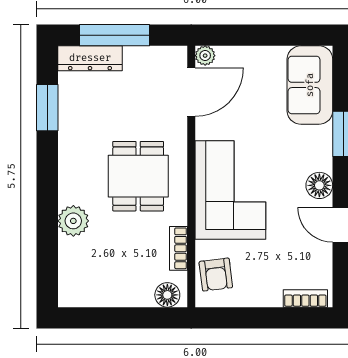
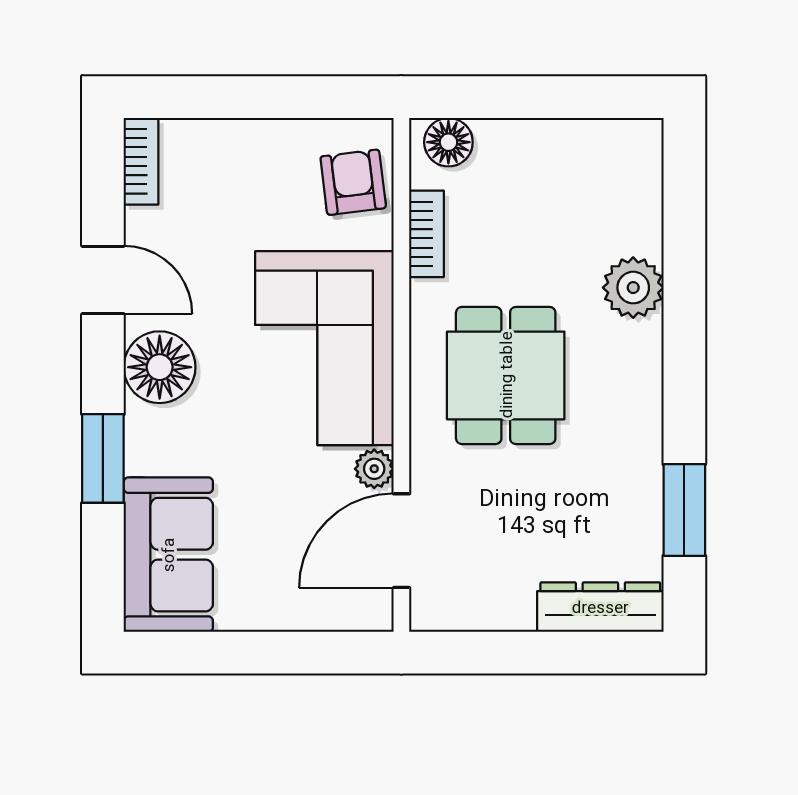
window: (115, 35) -> (552, 653), removed
plant: (205, 56) -> (374, 469), moved
floor lamp: (319, 185) -> (160, 367), width x1.38, depth x1.38
bookcase: (305, 298) -> (141, 161), moved, turned -90

